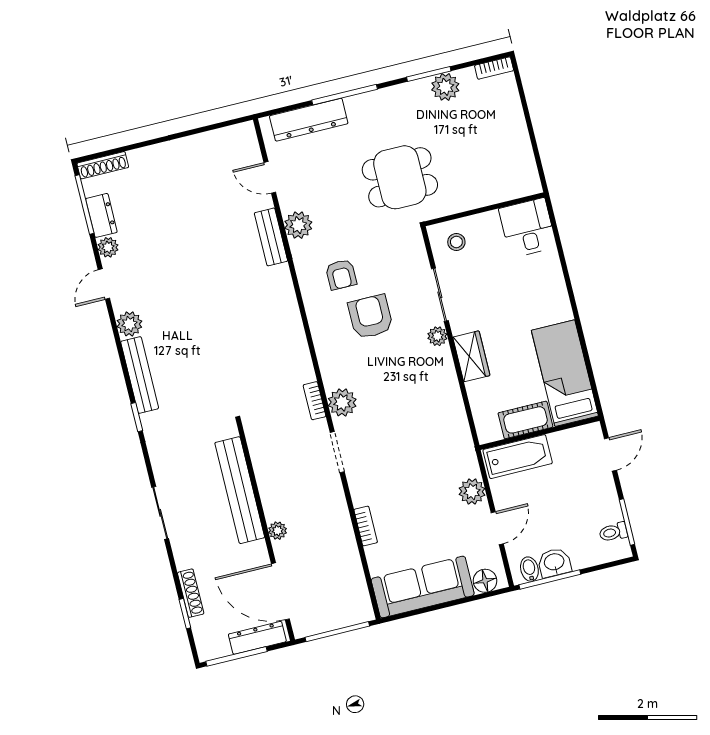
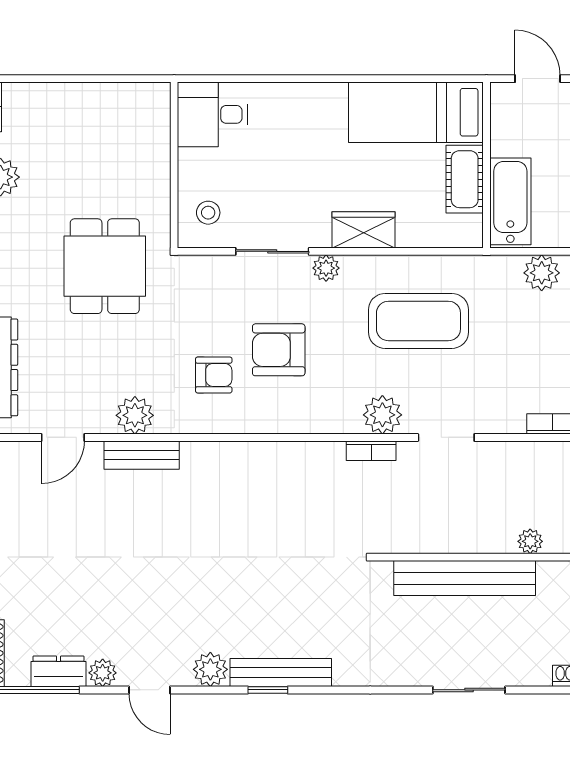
coffee table: (416, 412) -> (418, 321), added
window: (137, 417) -> (268, 690), moved

